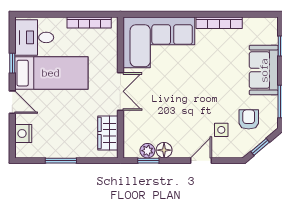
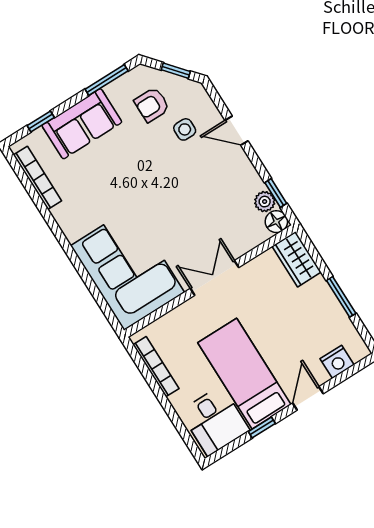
bookcase: (219, 23) -> (37, 178), moved
wardrobe: (108, 133) -> (297, 259), moved, turned 90
floor lamp: (164, 150) -> (276, 222), moved

